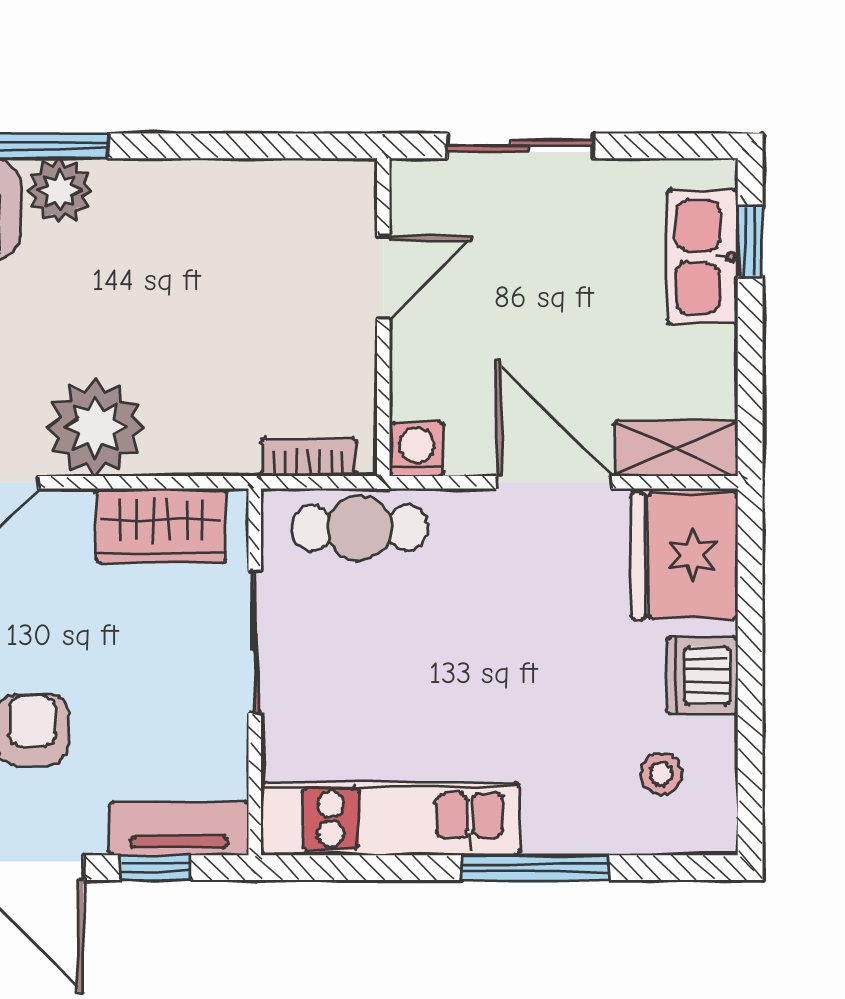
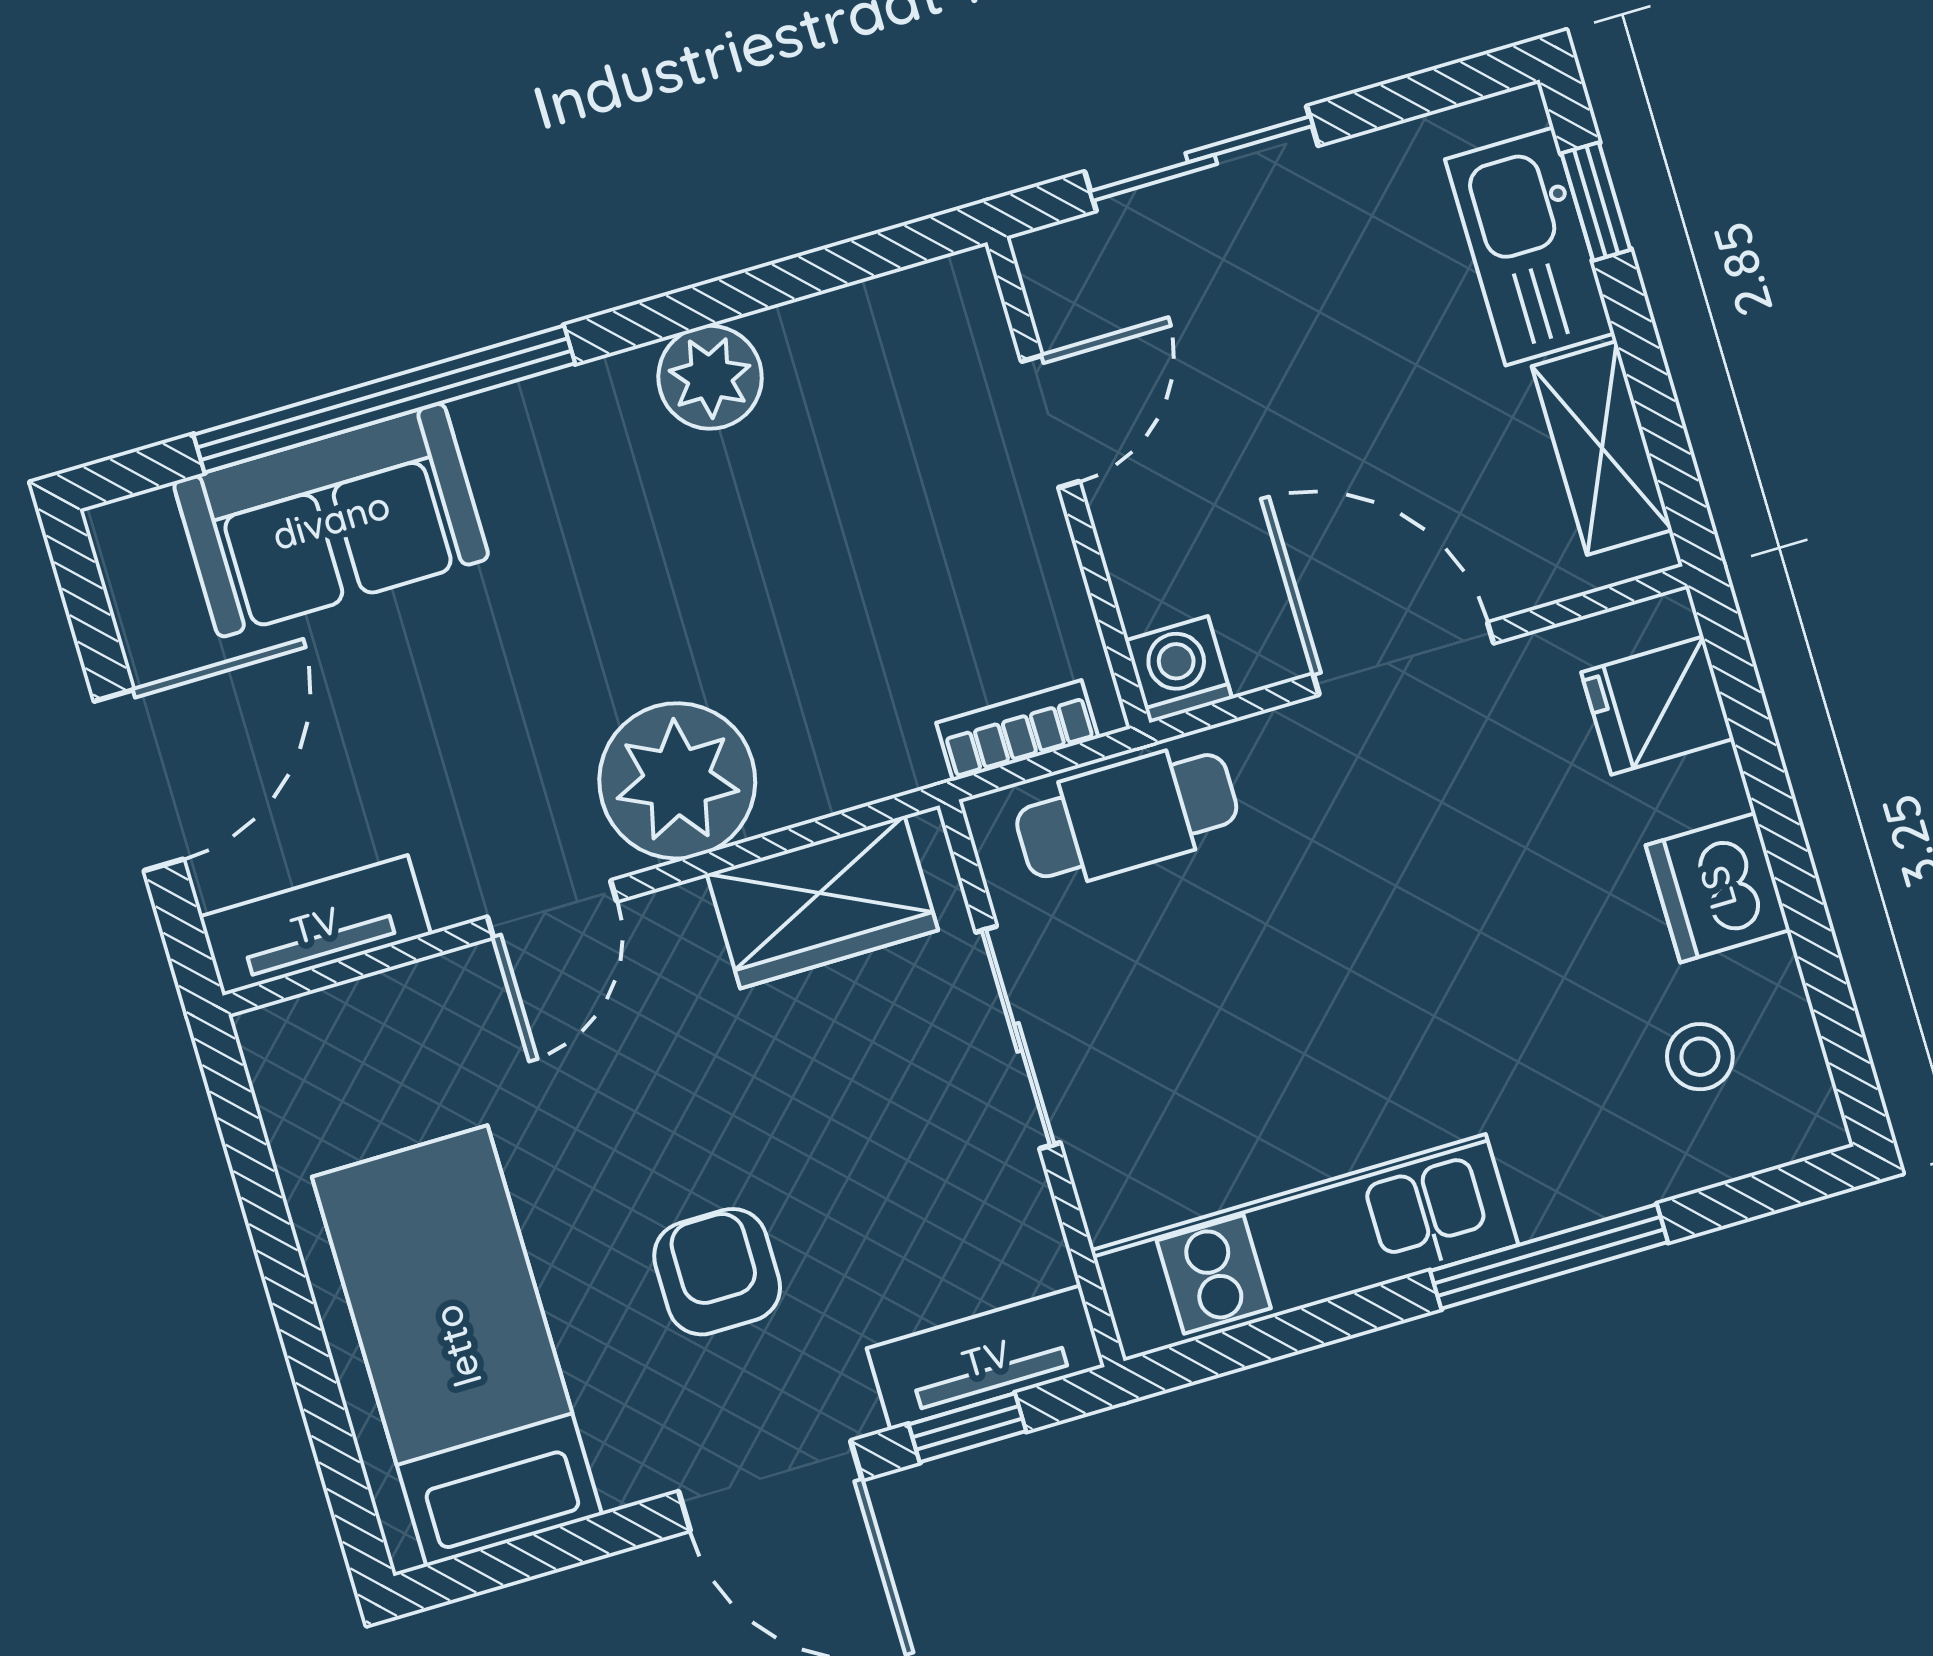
plant: (59, 191) -> (710, 377), moved
shelving: (676, 448) -> (1602, 448), moved, turned 90
fridge: (684, 555) -> (1657, 706), width x0.53, depth x0.75

